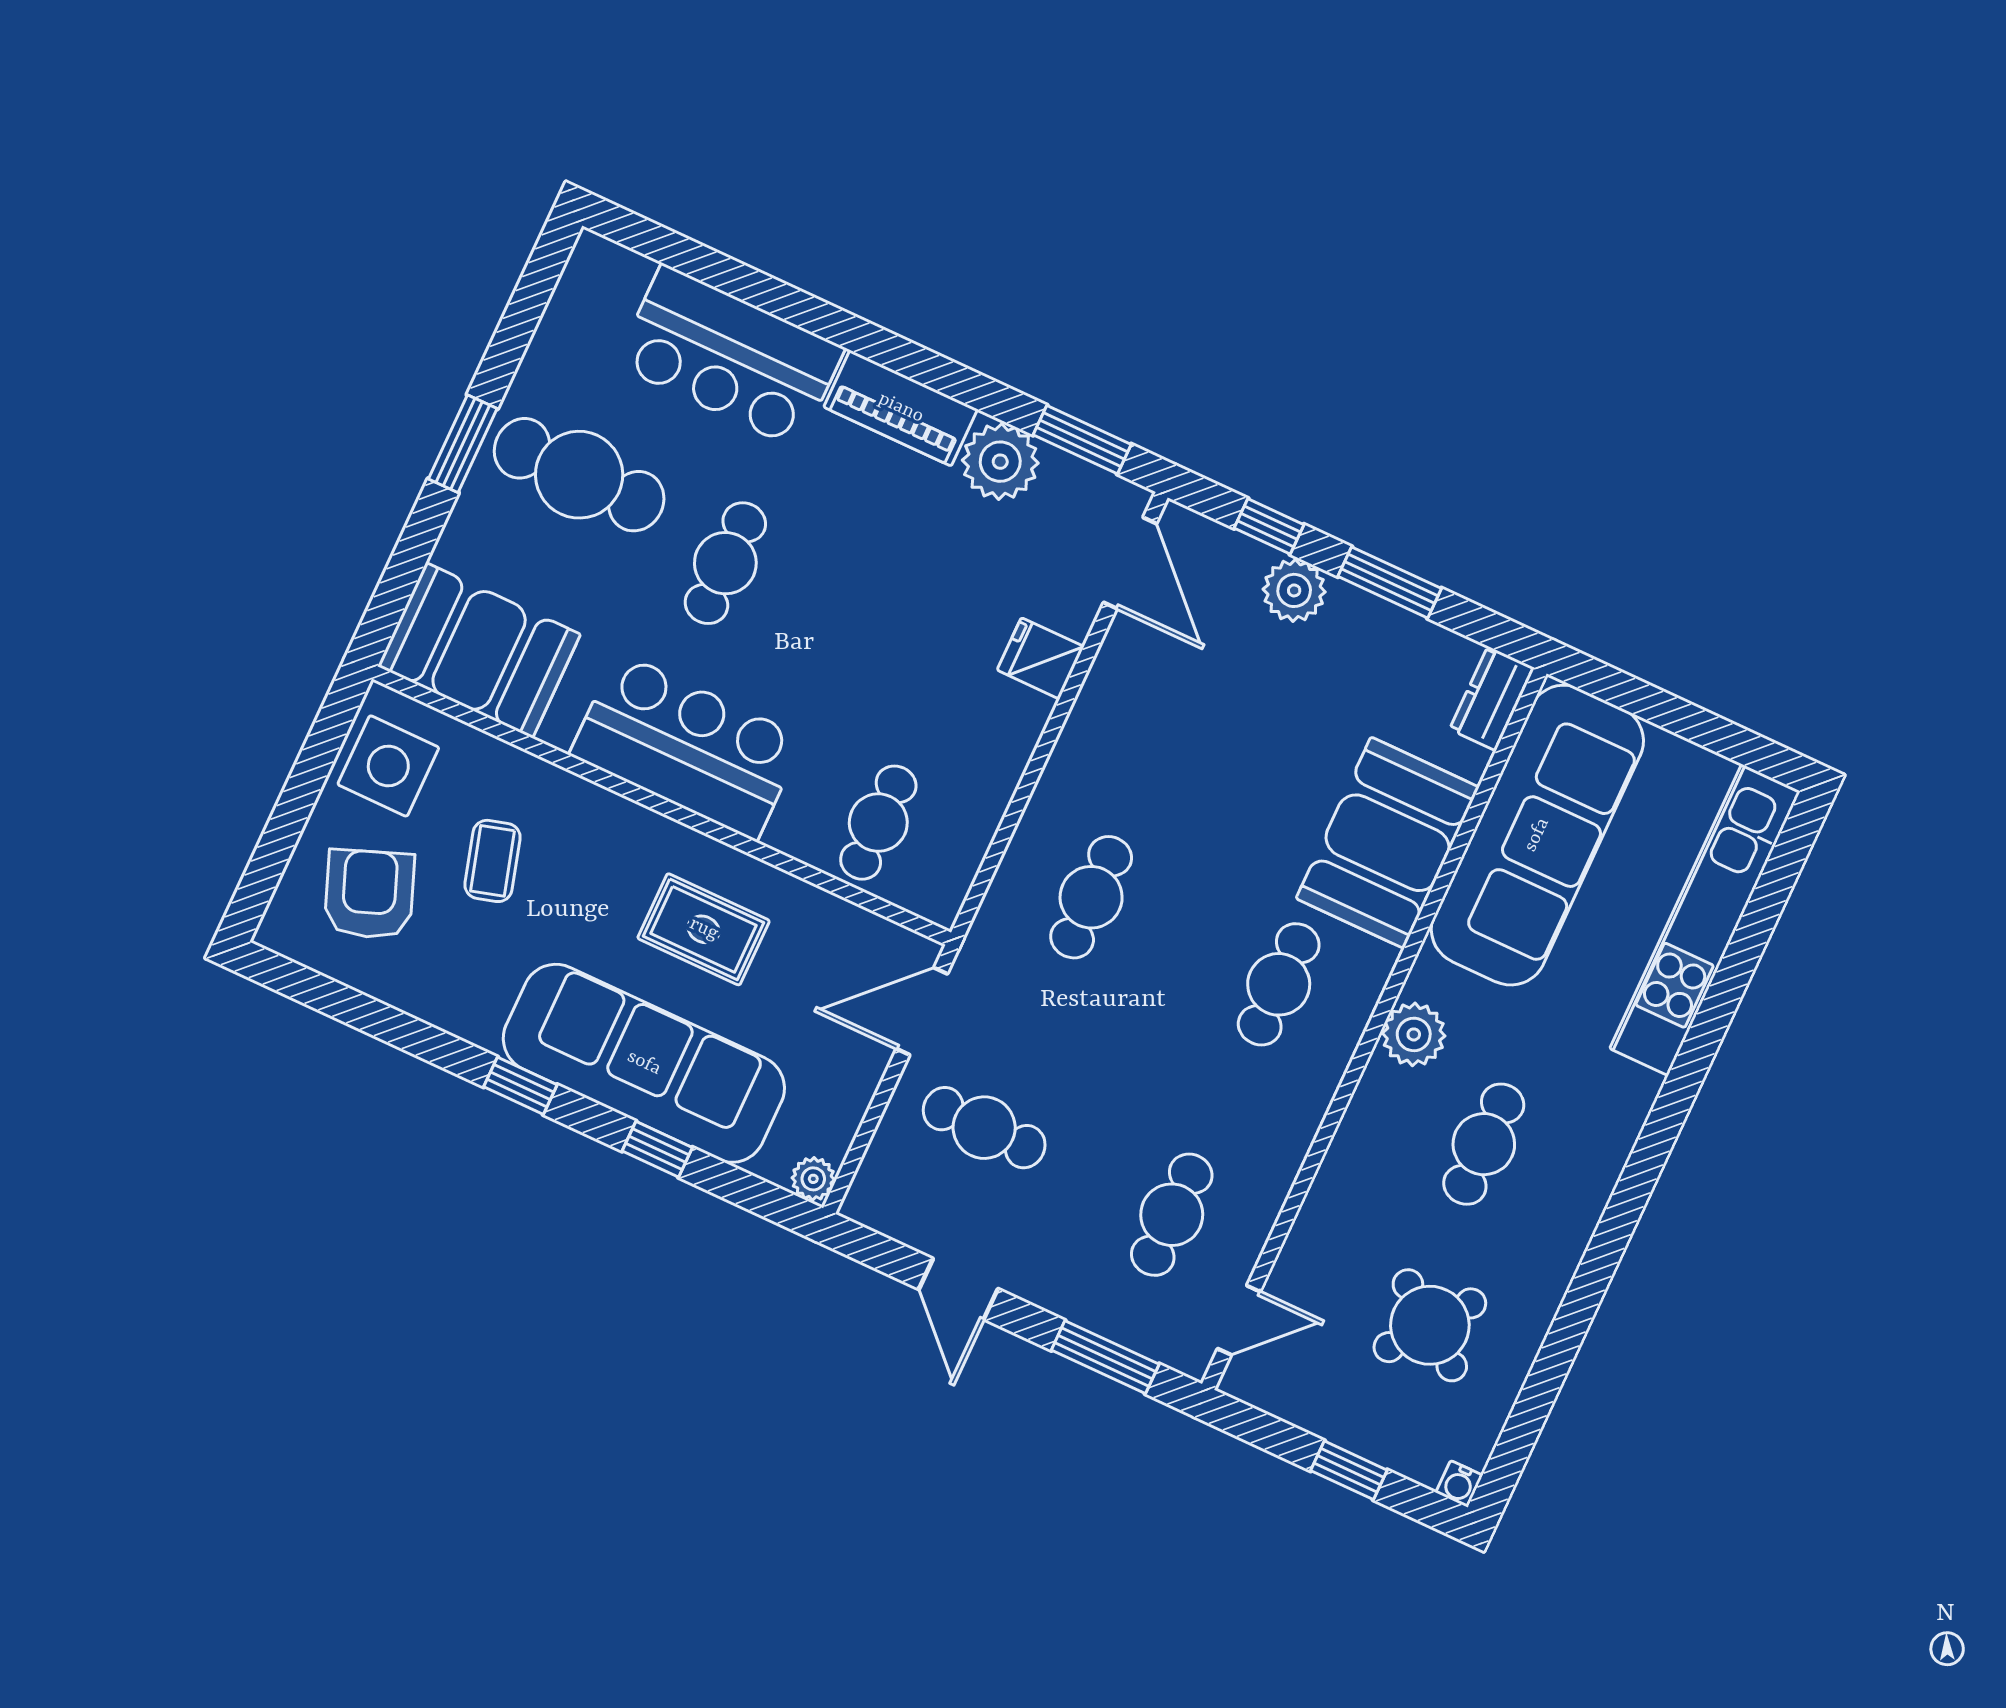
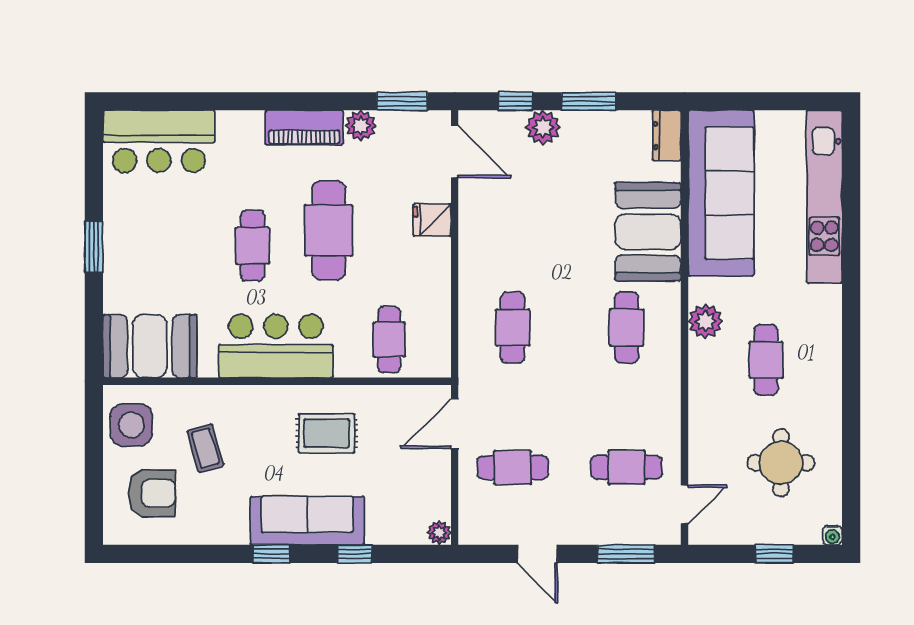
bar counter: (730, 356) -> (159, 141), moved
plant: (1000, 462) -> (361, 126), width x0.73, depth x0.73
cafe table: (579, 475) -> (329, 230), moved, turned 90
armchair: (369, 894) -> (152, 493), turned 111
sofa: (644, 1063) -> (307, 521), width x0.74, depth x0.79
cafe table: (1172, 1215) -> (626, 467), turned 90
round table: (1430, 1325) -> (781, 463), turned -37

